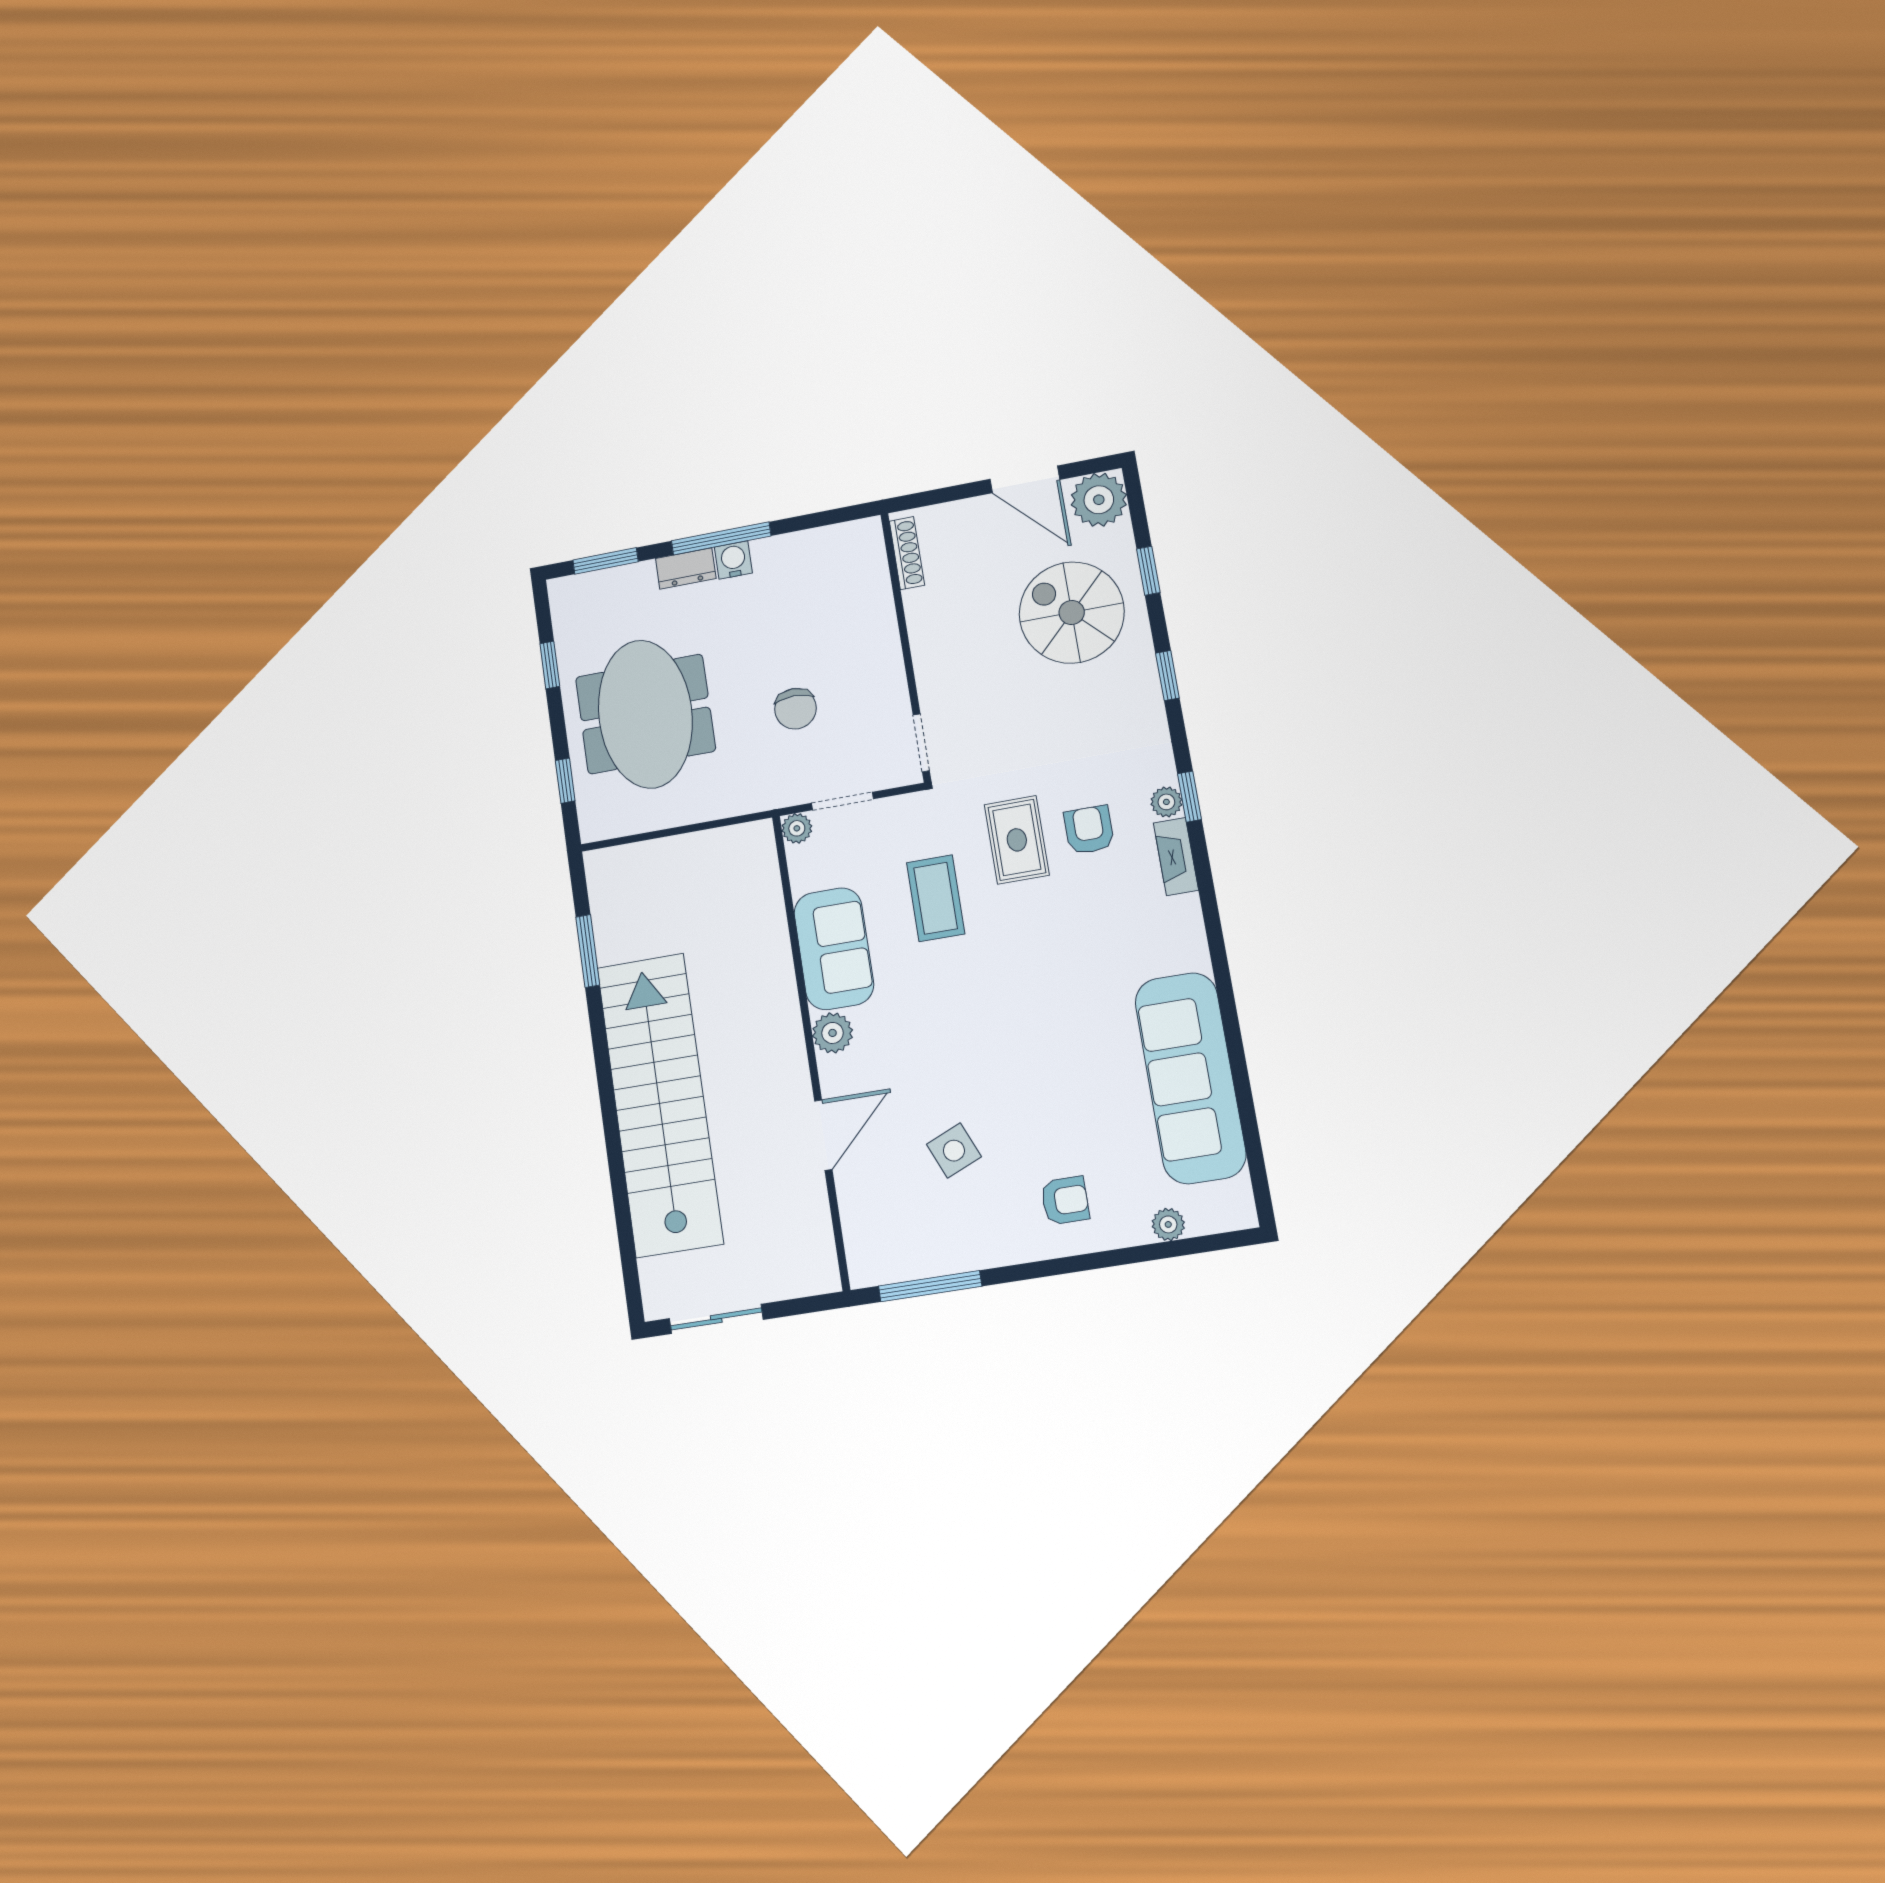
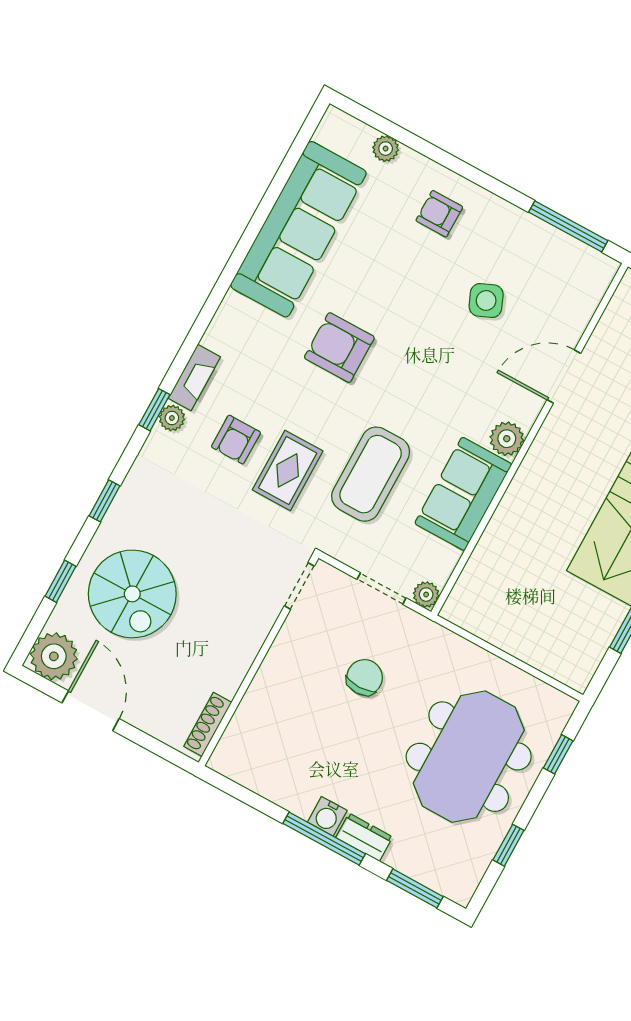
coffee table: (936, 898) -> (371, 474), width x1.36, depth x1.32
armchair: (1060, 994) -> (339, 348), added

